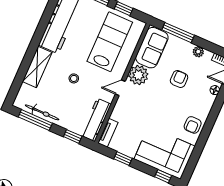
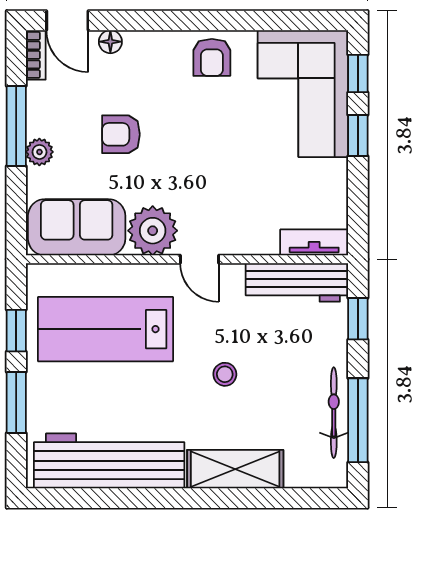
window: (178, 33) -> (16, 126), moved
plant: (198, 52) -> (39, 152), moved
armchair: (193, 125) -> (212, 57), turned 90
window: (123, 159) -> (358, 135), moved

